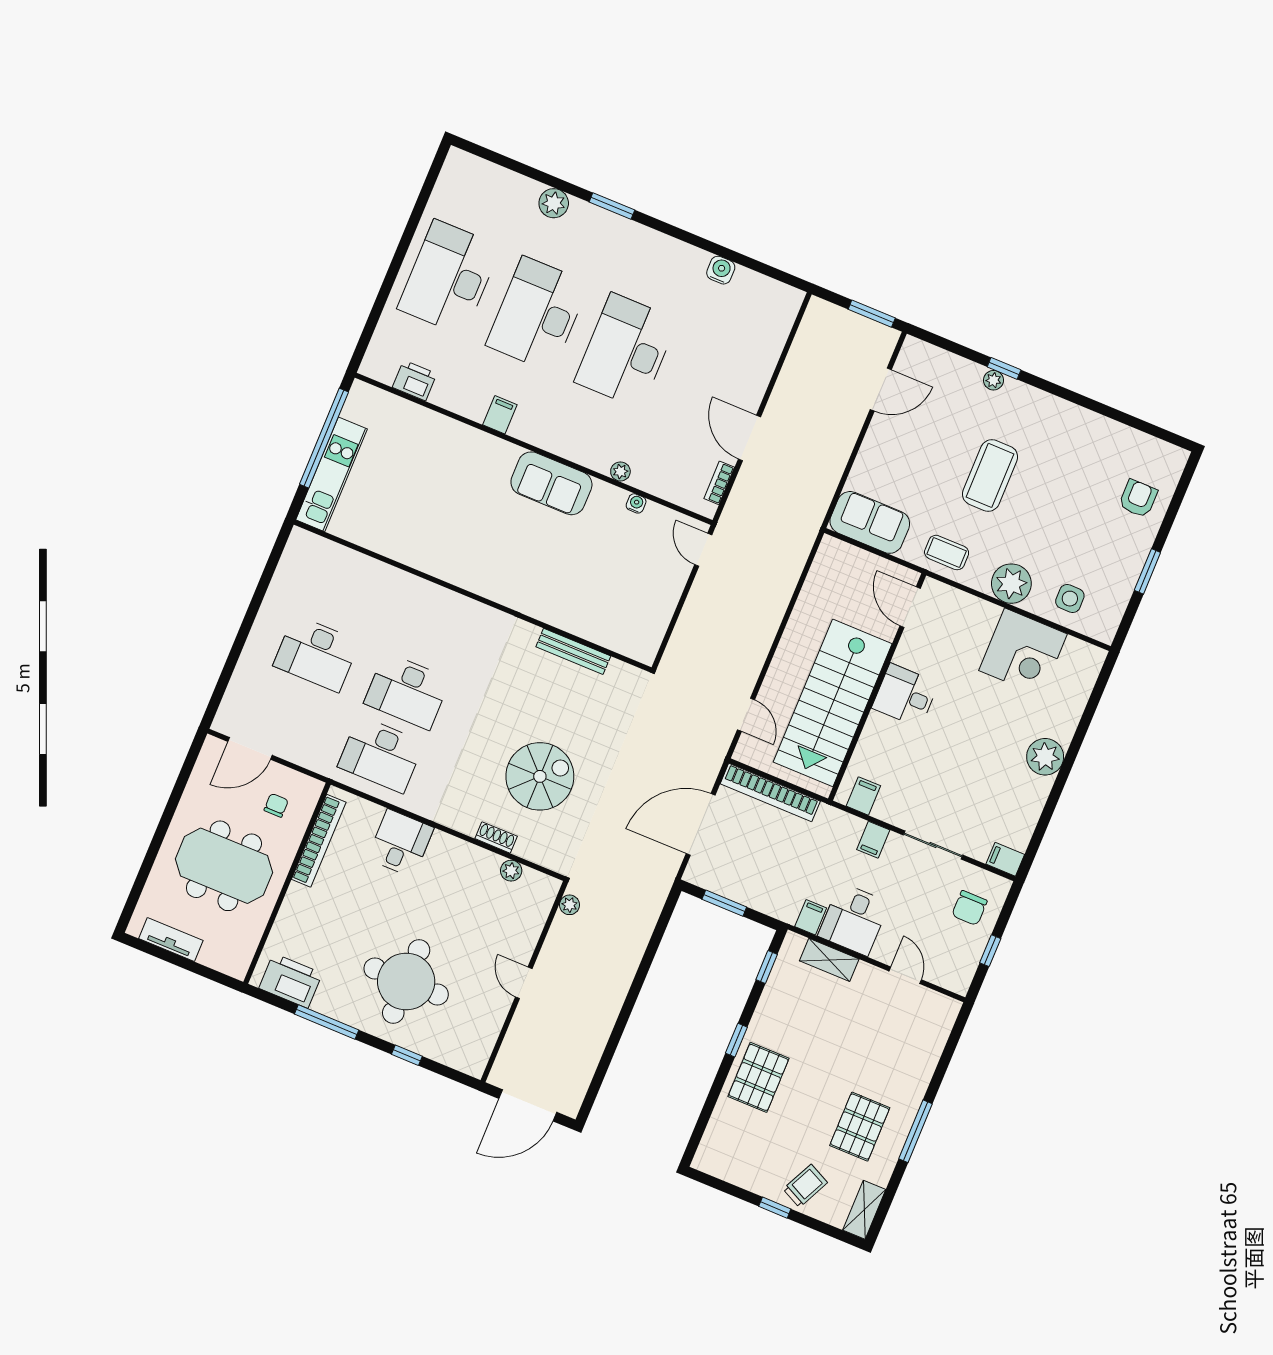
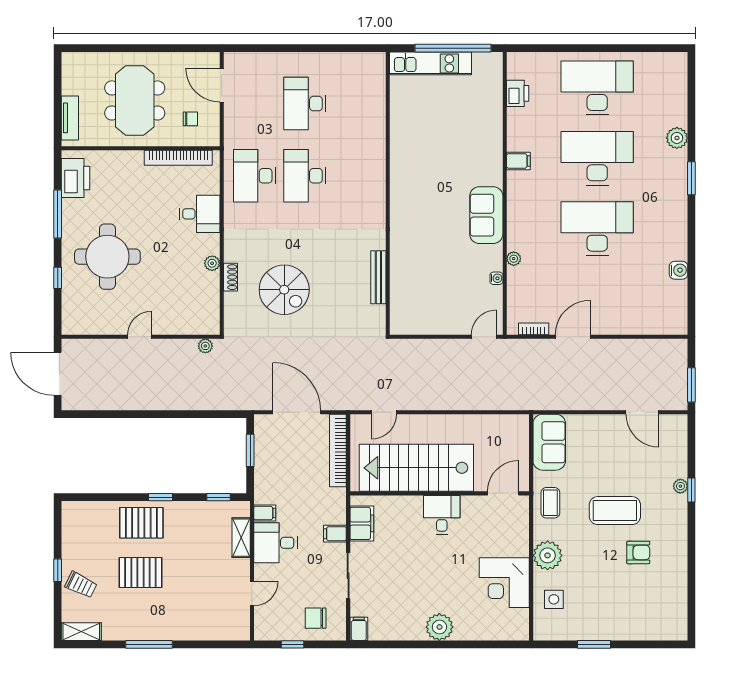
armchair: (1138, 498) -> (638, 552), moved
filing cabinet: (863, 796) -> (362, 523), width x2.00
plant: (511, 871) -> (212, 263), moved
tv unit: (171, 939) -> (70, 118), moved
pallet: (860, 1127) -> (140, 573), moved

